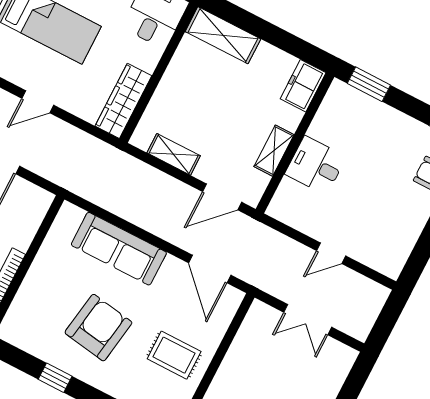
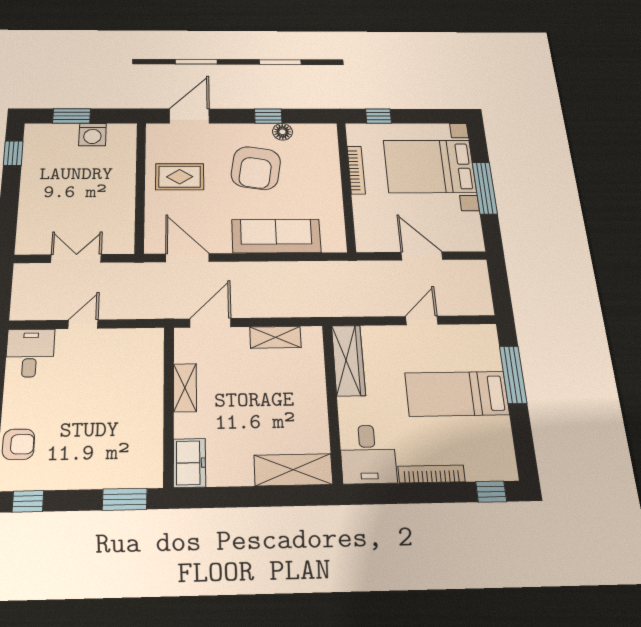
desk: (316, 165) -> (30, 353), moved, turned -90
floor lamp: (51, 353) -> (282, 132), added

